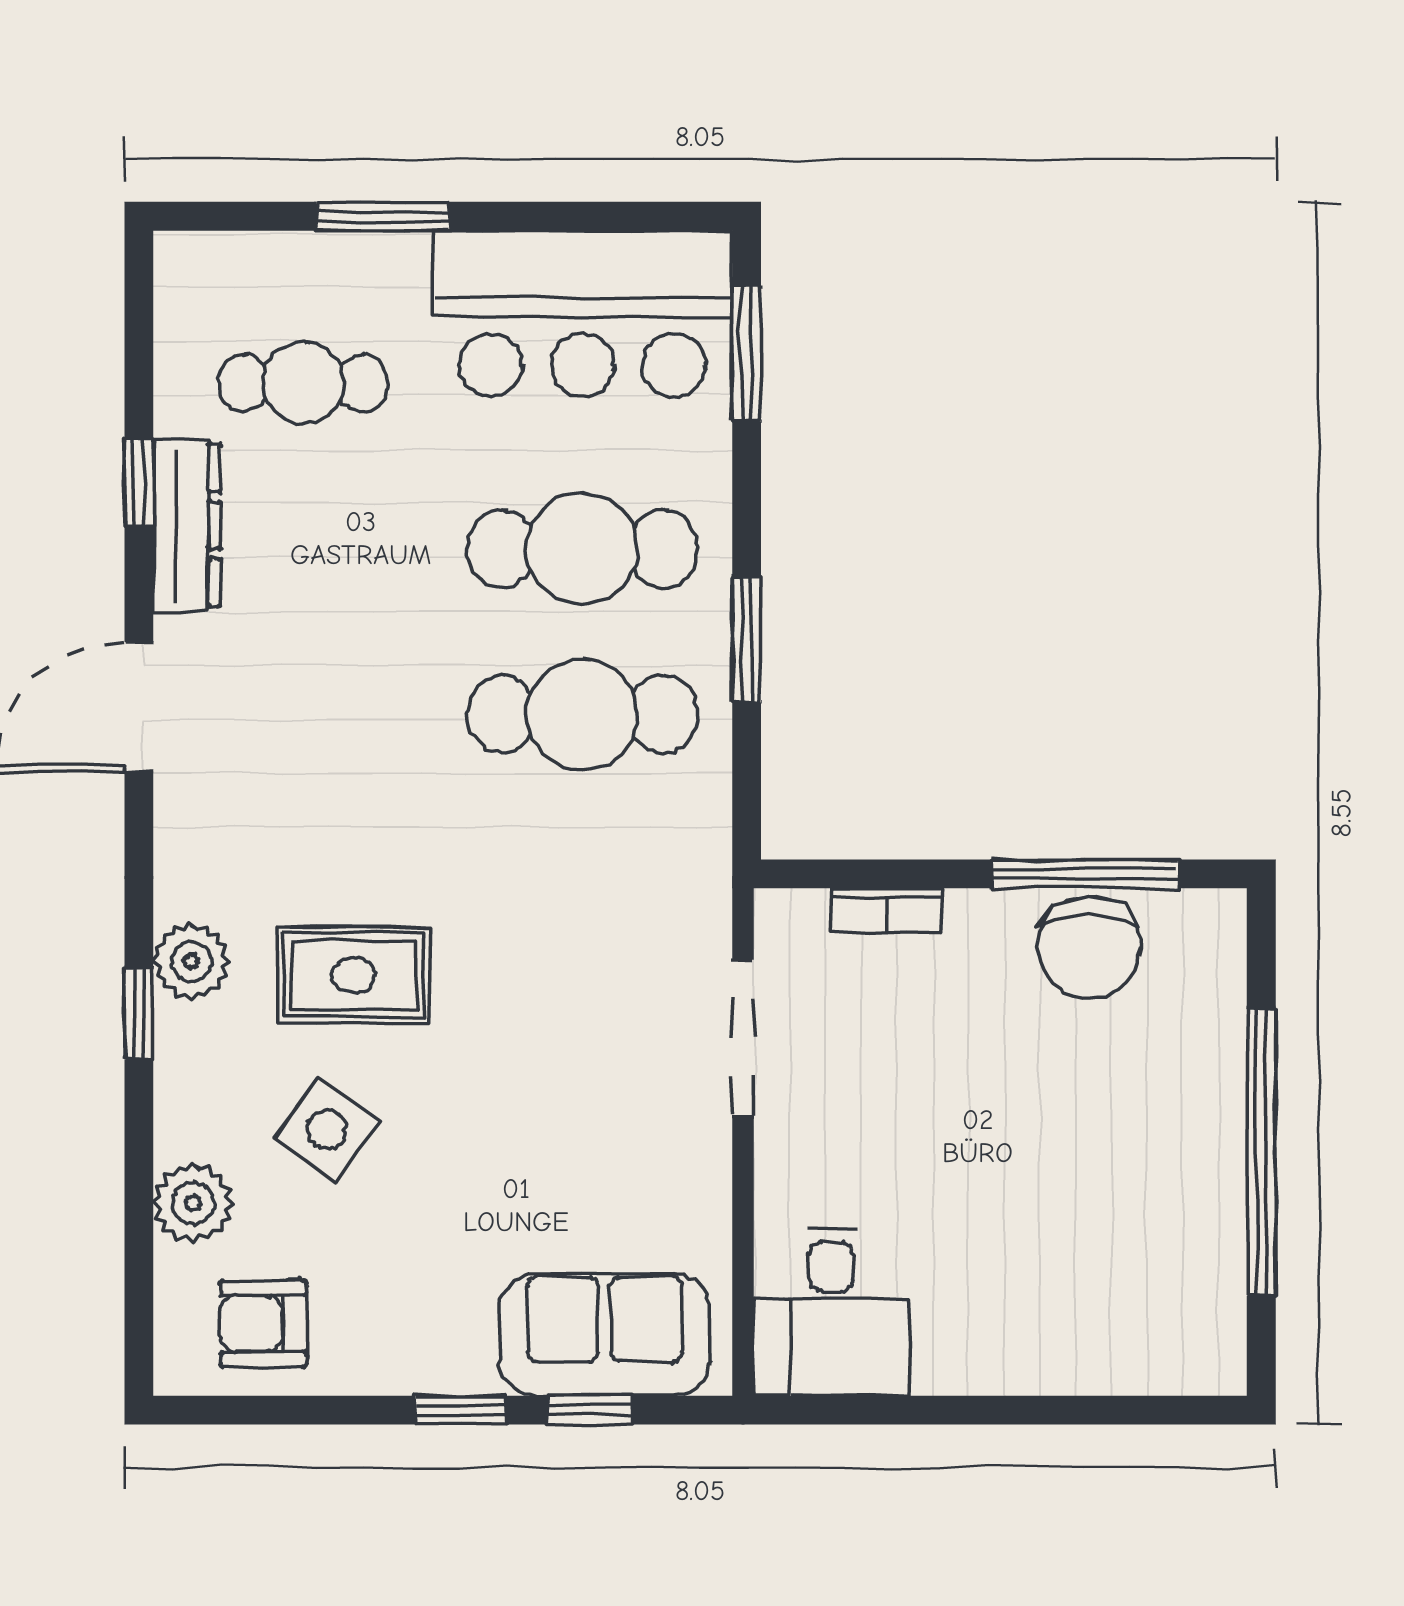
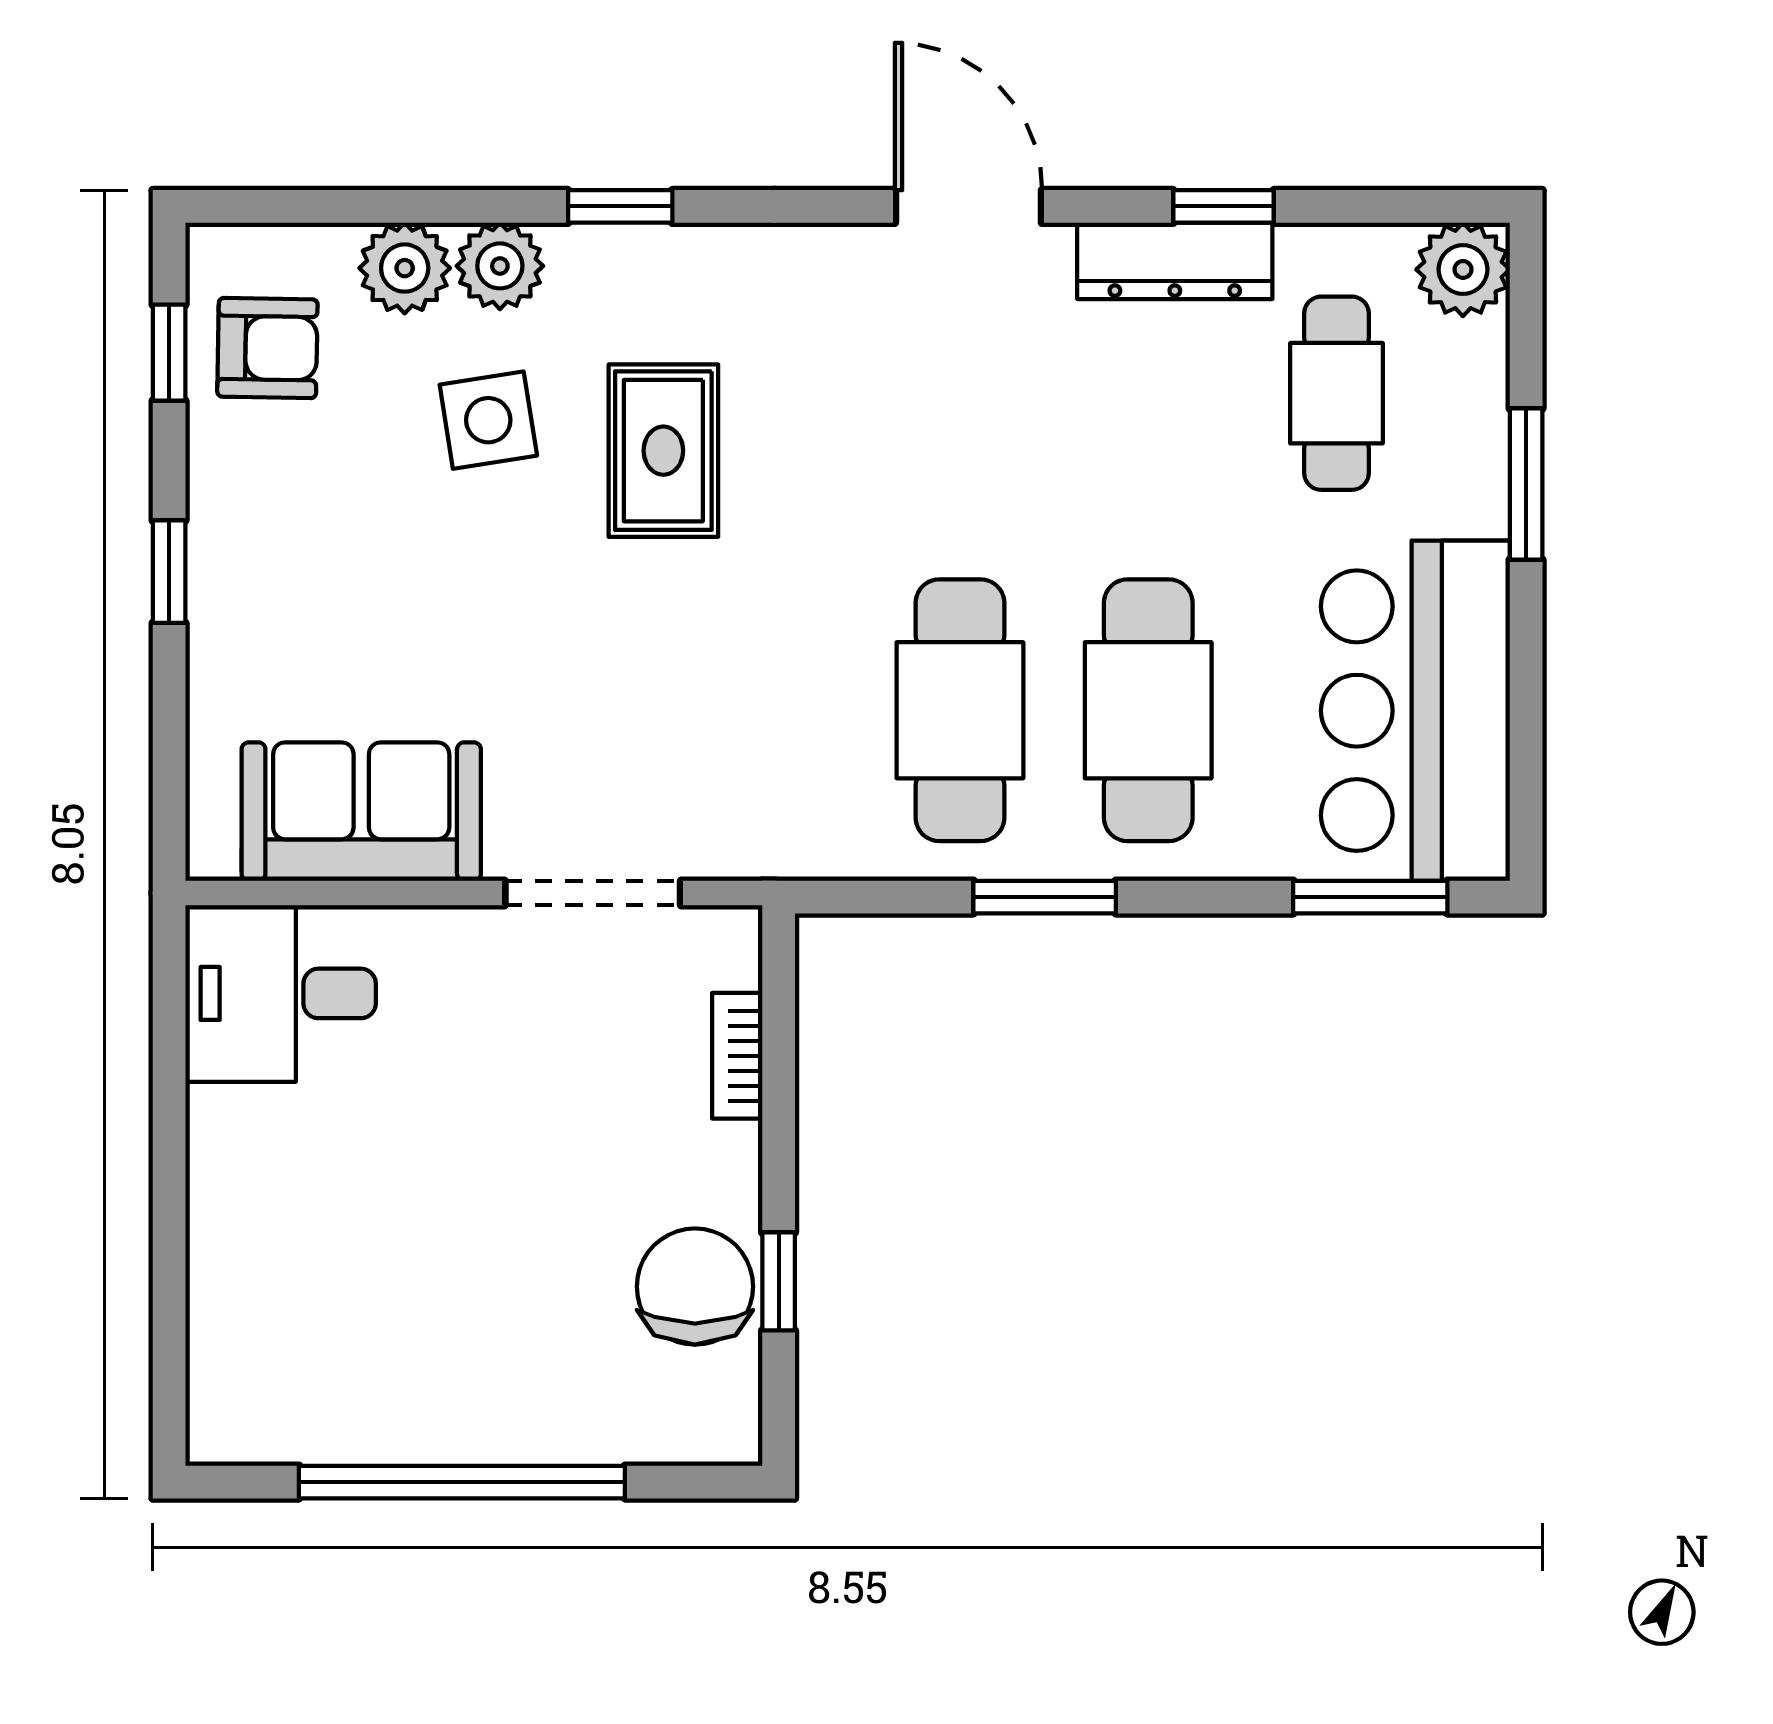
plant: (194, 272) -> (1463, 269), added
window: (1085, 874) -> (779, 1281), width x0.46
chair: (1089, 947) -> (695, 1287), turned 90
plant: (191, 961) -> (500, 266), moved
side table: (327, 1129) -> (488, 420), turned 45
armchair: (264, 1324) -> (267, 348), turned 91
sofa: (604, 1335) -> (361, 812), moved, turned -90
window: (590, 1410) -> (169, 353), moved

